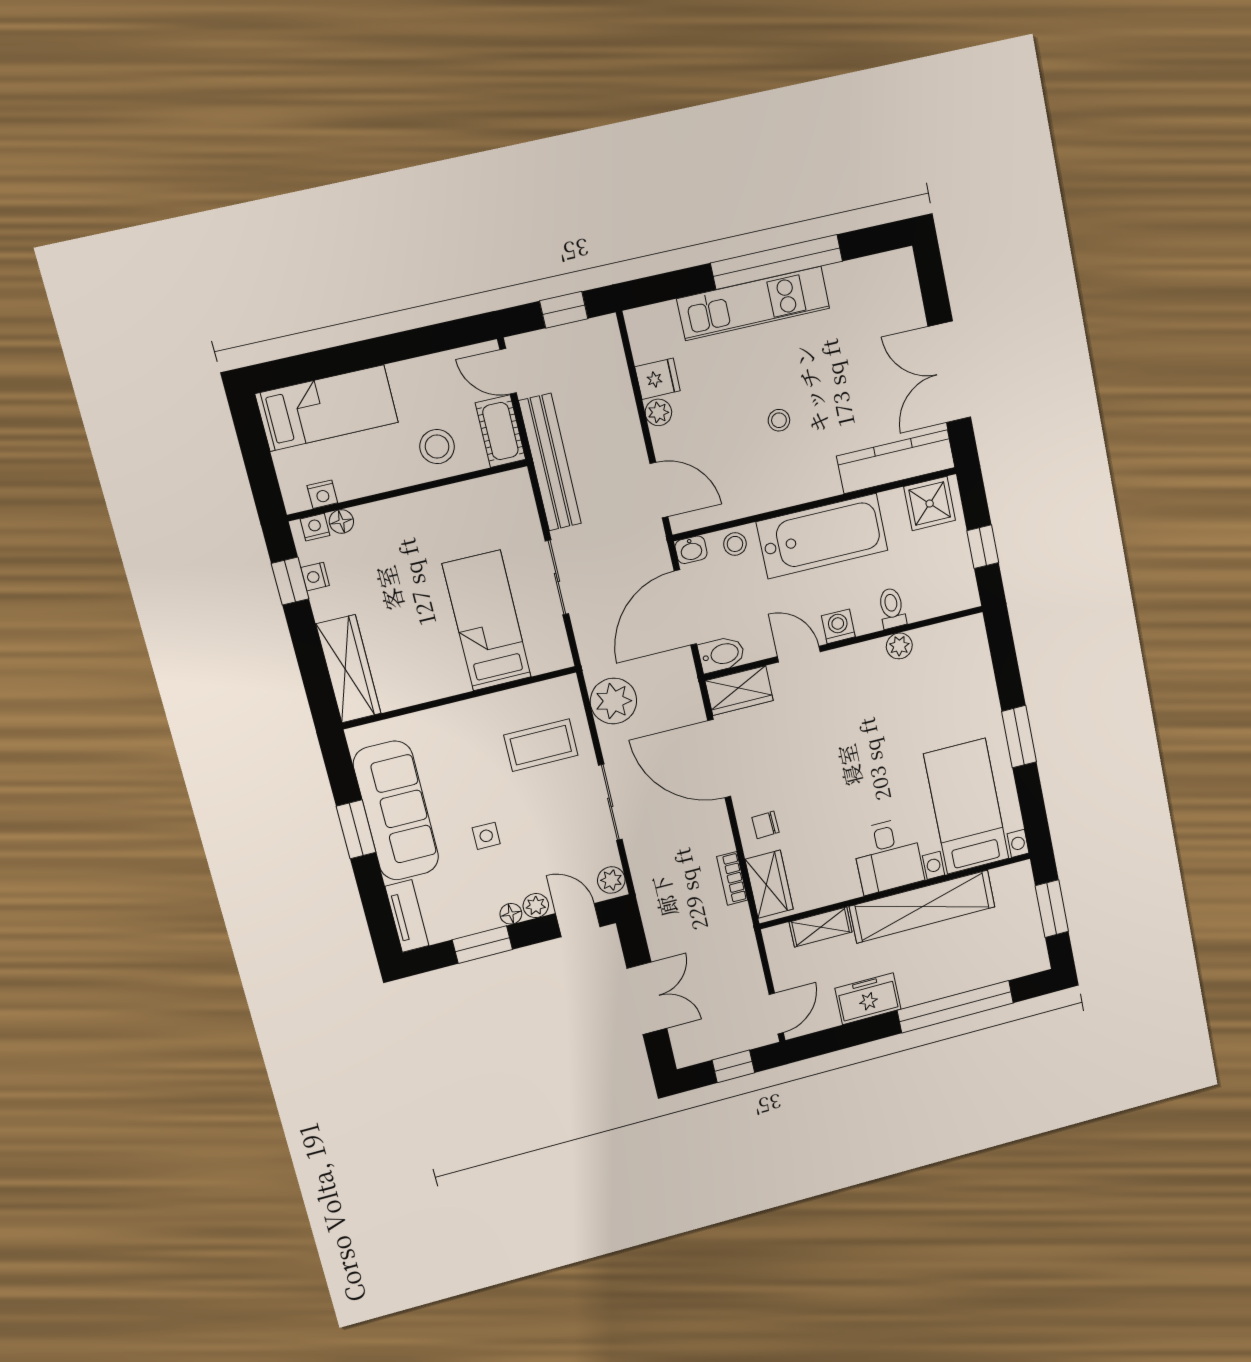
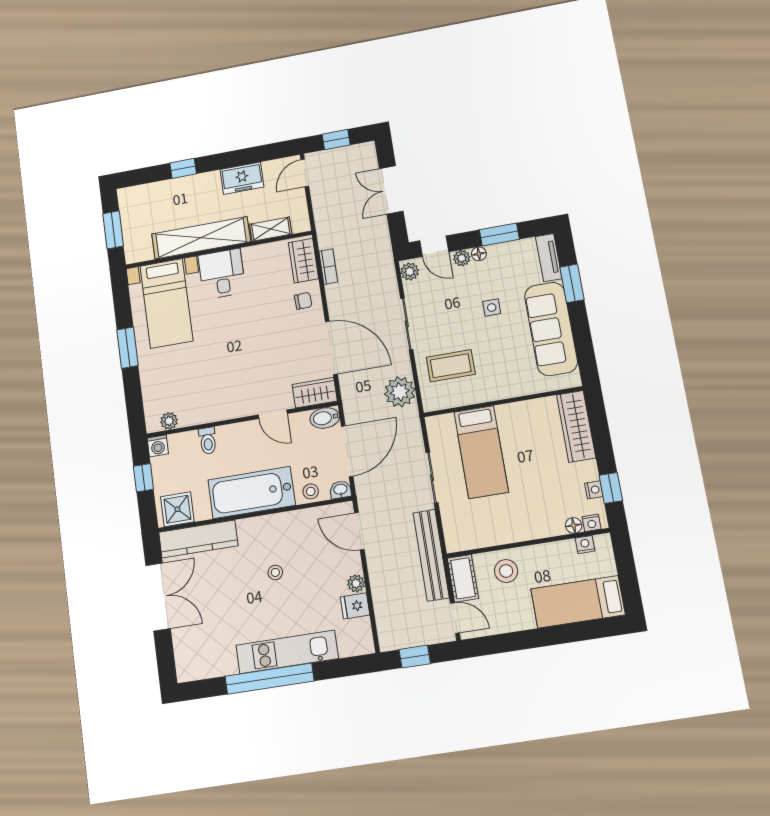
washing machine: (838, 626) -> (158, 446), moved
plant: (899, 646) -> (169, 421), moved
window: (356, 829) -> (572, 283), moved
window: (955, 1007) -> (183, 168), width x0.32

